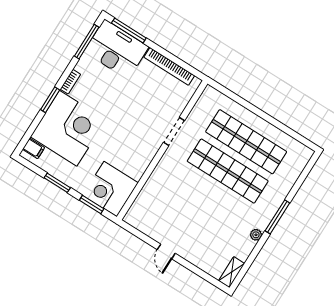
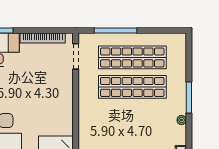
window: (246, 105) -> (116, 31), added
doorway: (174, 131) -> (76, 56), moved

